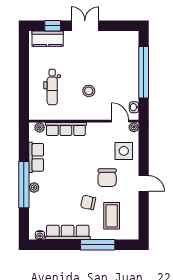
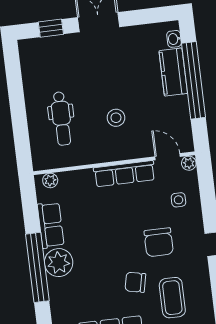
kitchen counter: (48, 39) -> (173, 72), moved, turned 90
washbasin: (134, 107) -> (174, 39), moved
row of seats: (66, 129) -> (124, 174), moved
side table: (124, 151) -> (178, 200), width x0.54, depth x0.54
plant: (34, 187) -> (59, 263), width x1.88, depth x1.88

